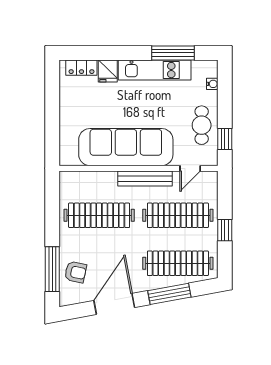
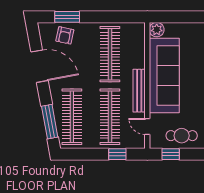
plant: (68, 157) -> (157, 30), added
window: (225, 230) -> (117, 154), moved
window: (52, 269) -> (67, 17), width x0.69
window: (169, 294) -> (50, 122), moved

